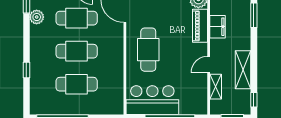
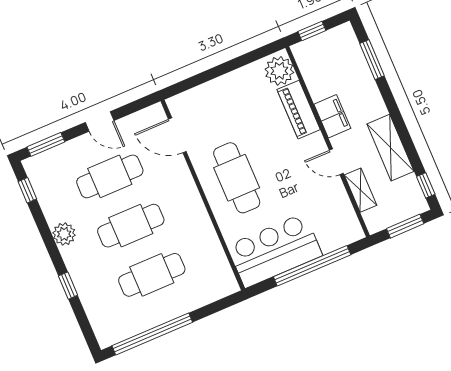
plant: (37, 17) -> (64, 234), moved
filing cabinet: (218, 27) -> (332, 116), moved
door: (209, 65) -> (336, 162), hinge flipped

